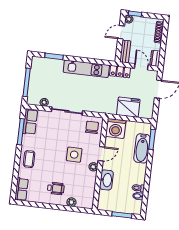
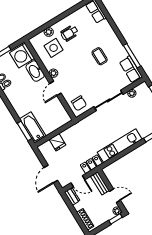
door: (121, 32) -> (115, 196), hinge flipped
fridge: (128, 107) -> (57, 142), width x0.53, depth x0.75
washing machine: (116, 128) -> (22, 56), moved, turned -90
bathtub: (142, 148) -> (33, 127), moved
side table: (74, 155) -> (54, 48), moved
coffee table: (29, 159) -> (100, 56), moved

